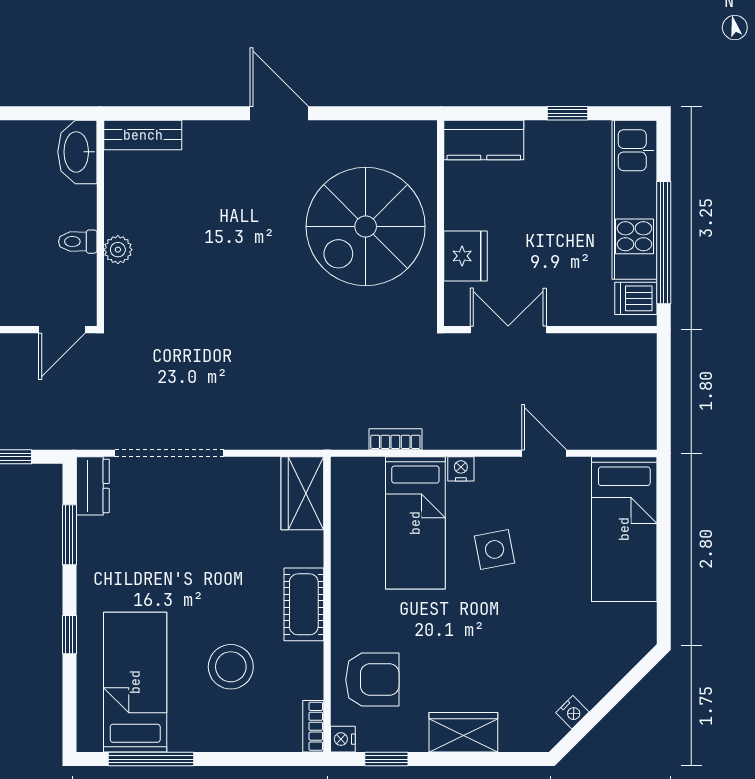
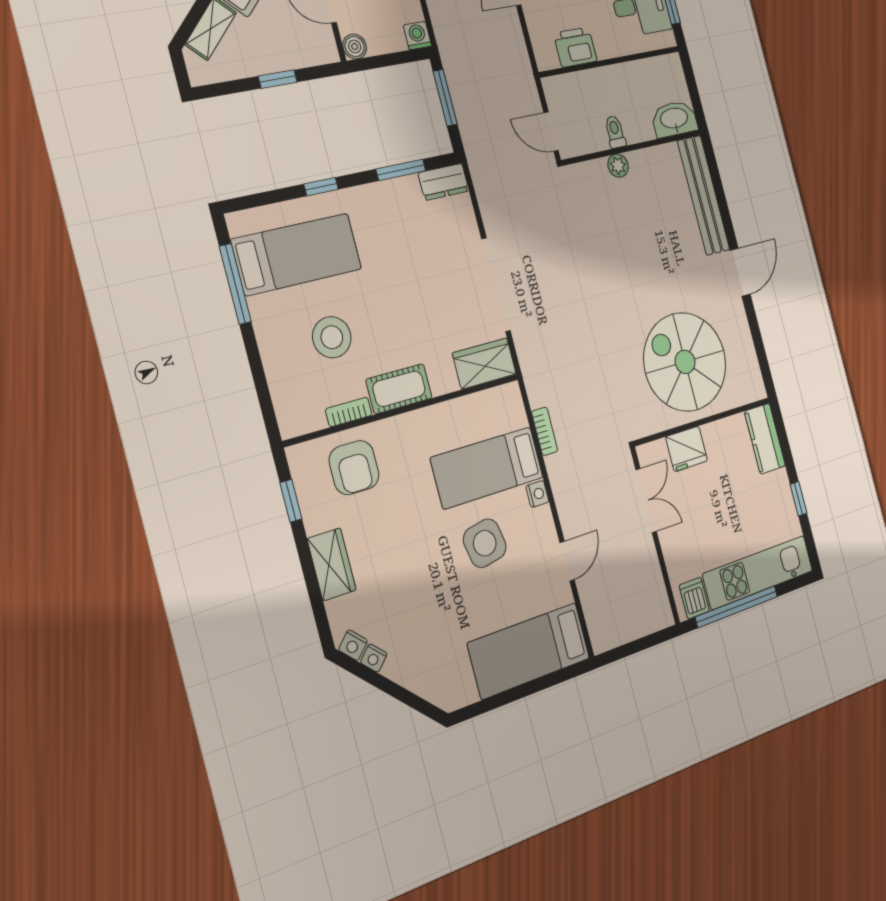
bench: (143, 135) -> (703, 195), width x1.86, depth x1.21
doorway: (169, 453) -> (496, 285), moved
side table: (495, 549) -> (485, 543), width x1.37, depth x1.37
bookcase: (313, 726) -> (349, 412), moved
nightstand: (343, 739) -> (353, 645), moved, turned -135

